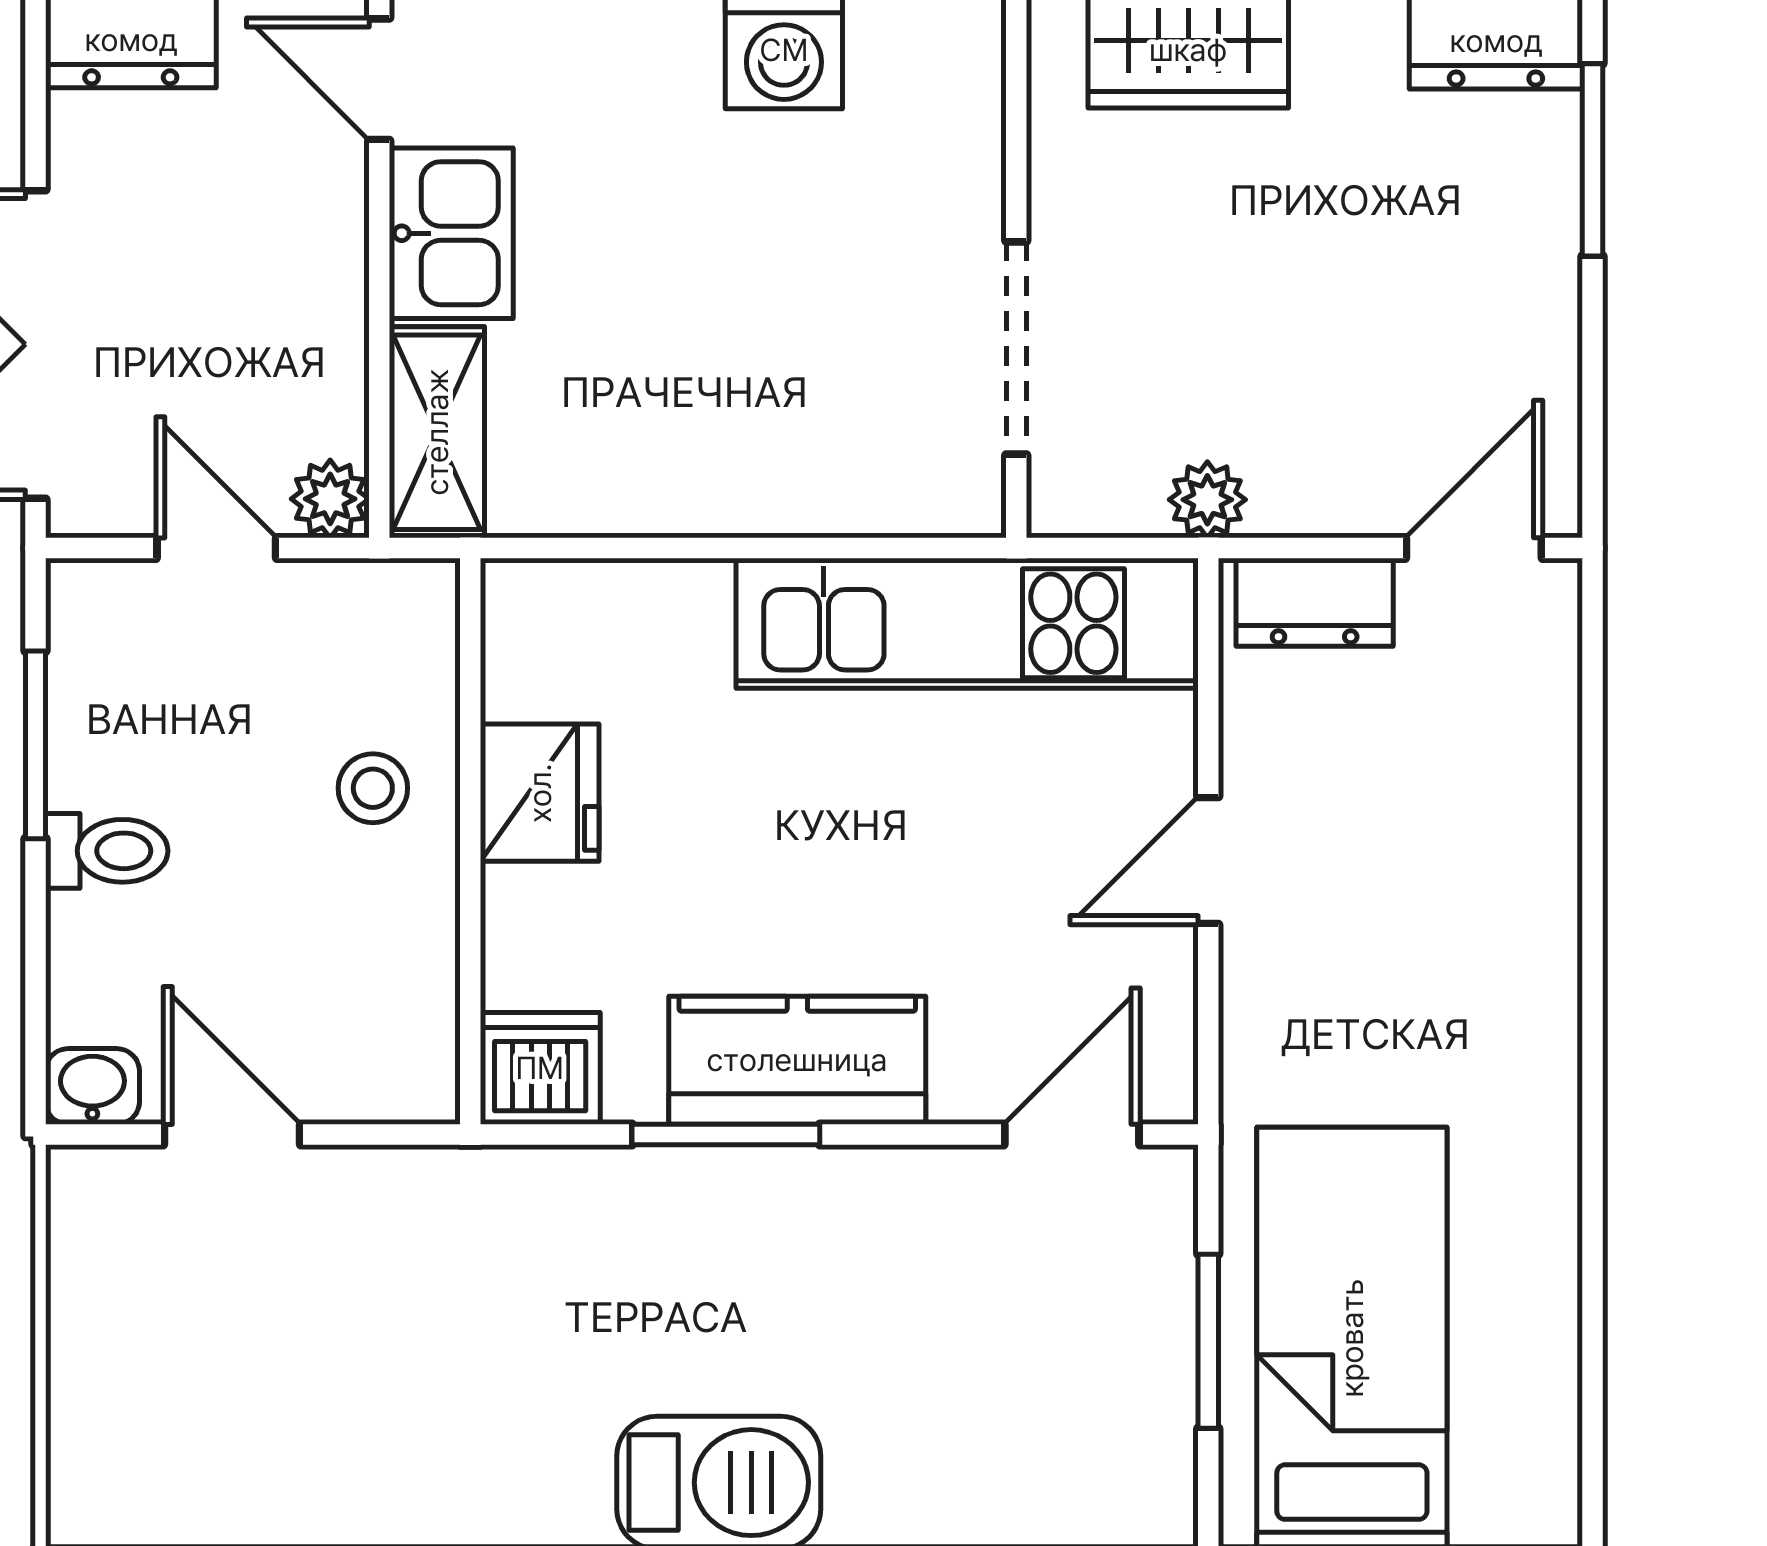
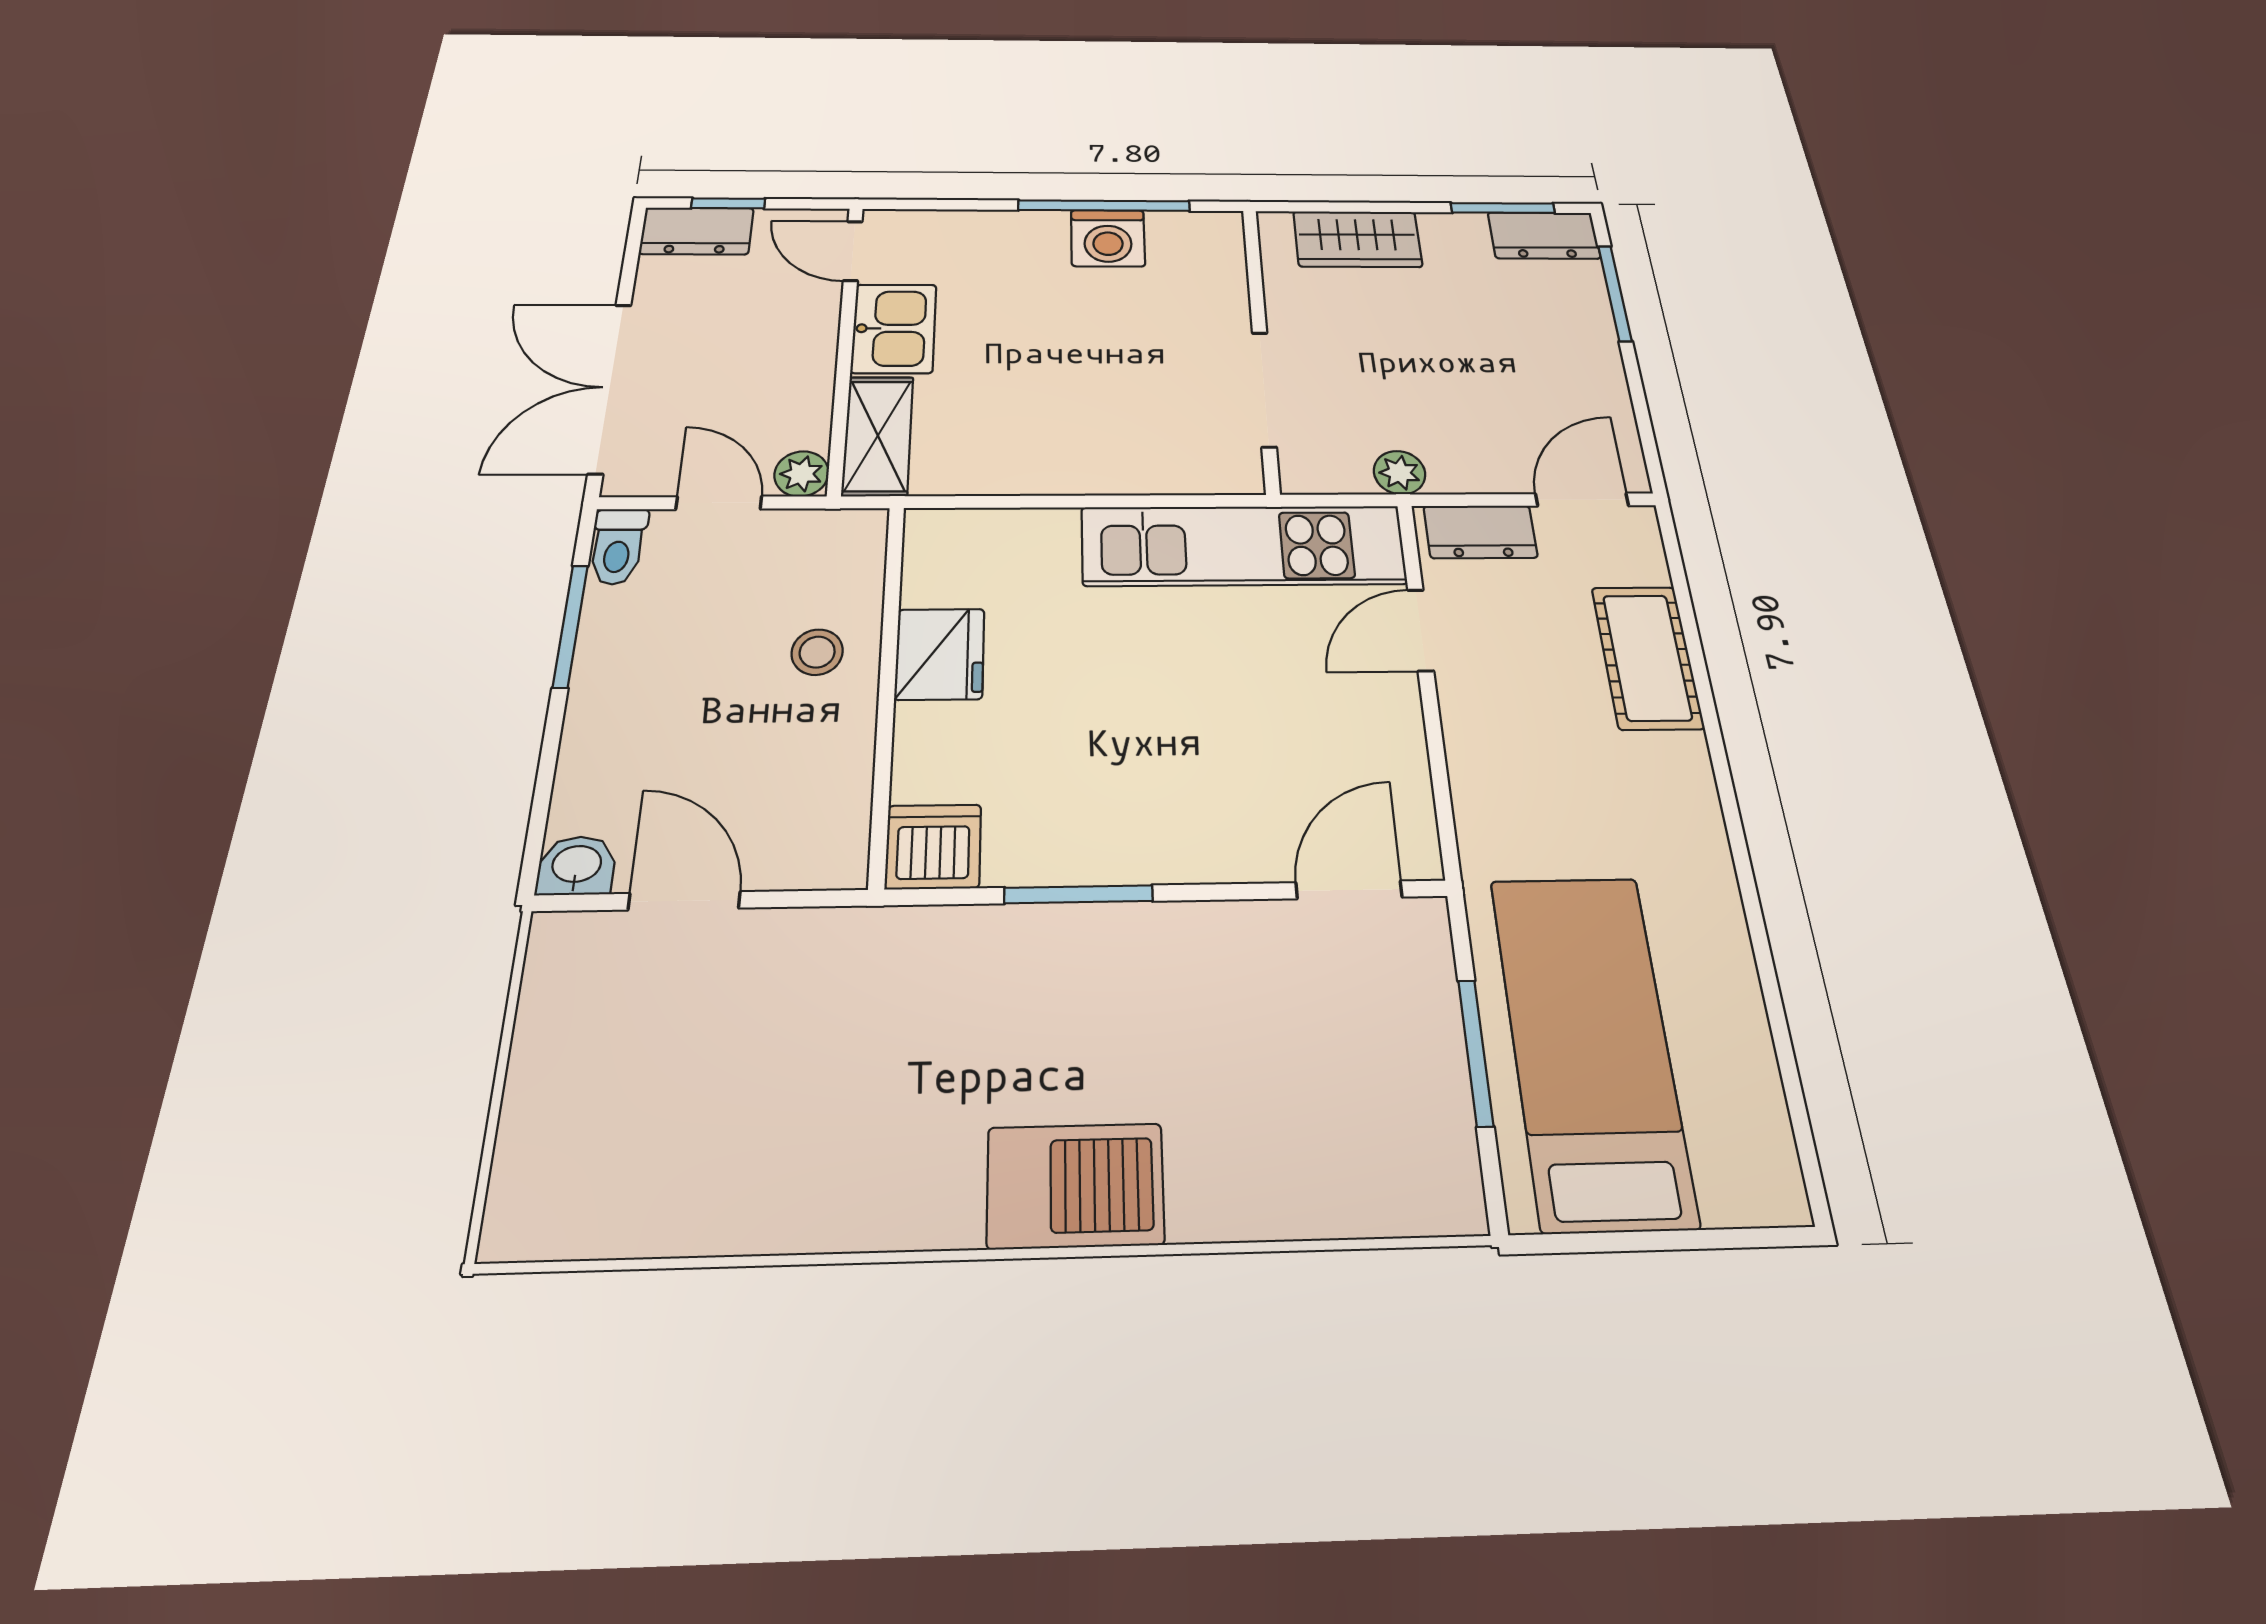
cot: (1523, 807) -> (1647, 657), added
toilet: (107, 851) -> (618, 546), moved, turned 90
door: (1208, 860) -> (1421, 630), moved
kitchen counter: (797, 1060) -> (1133, 838), removed

